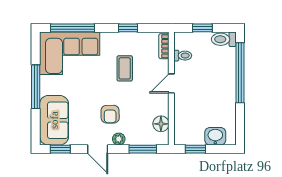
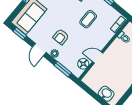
door: (171, 83) -> (98, 57), moved
window: (195, 149) -> (90, 92), removed

